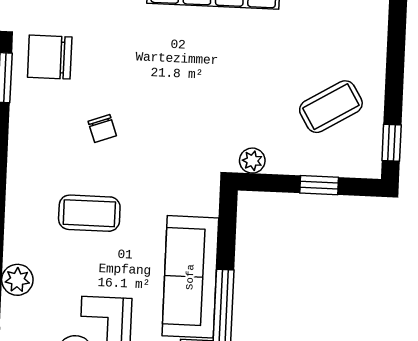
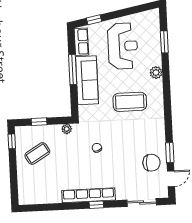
chair: (102, 129) -> (97, 148), moved
coffee table: (89, 213) -> (130, 102), width x1.36, depth x1.32

